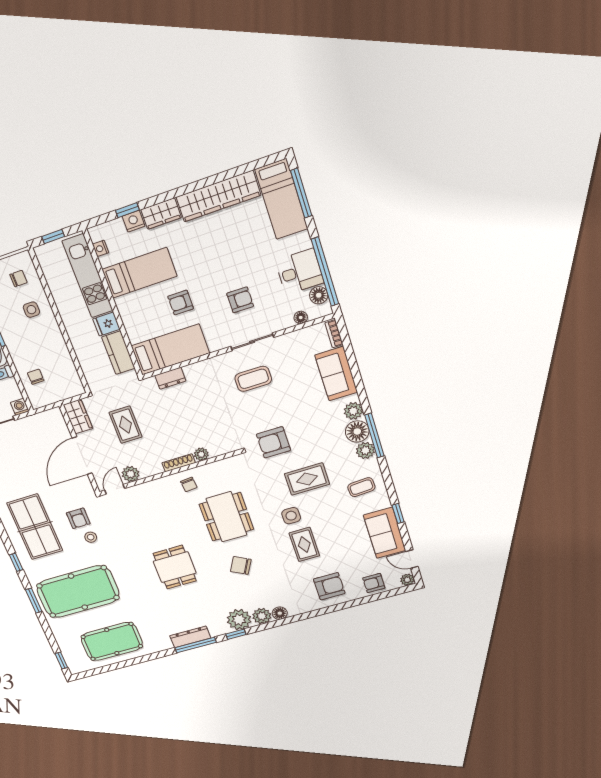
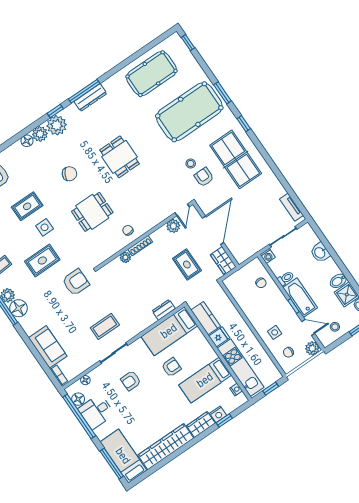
plant: (353, 411) -> (27, 323), removed
dining table: (226, 517) -> (92, 212), width x0.73
rug: (304, 544) -> (27, 206), turned 90

